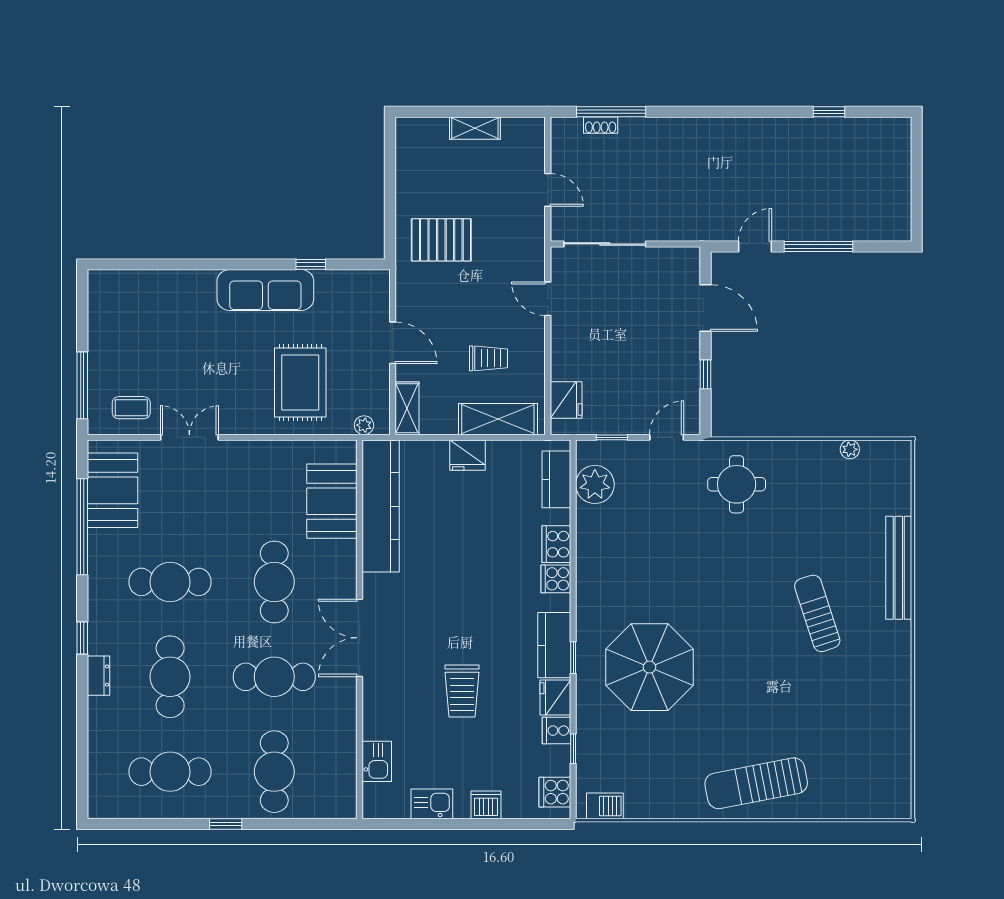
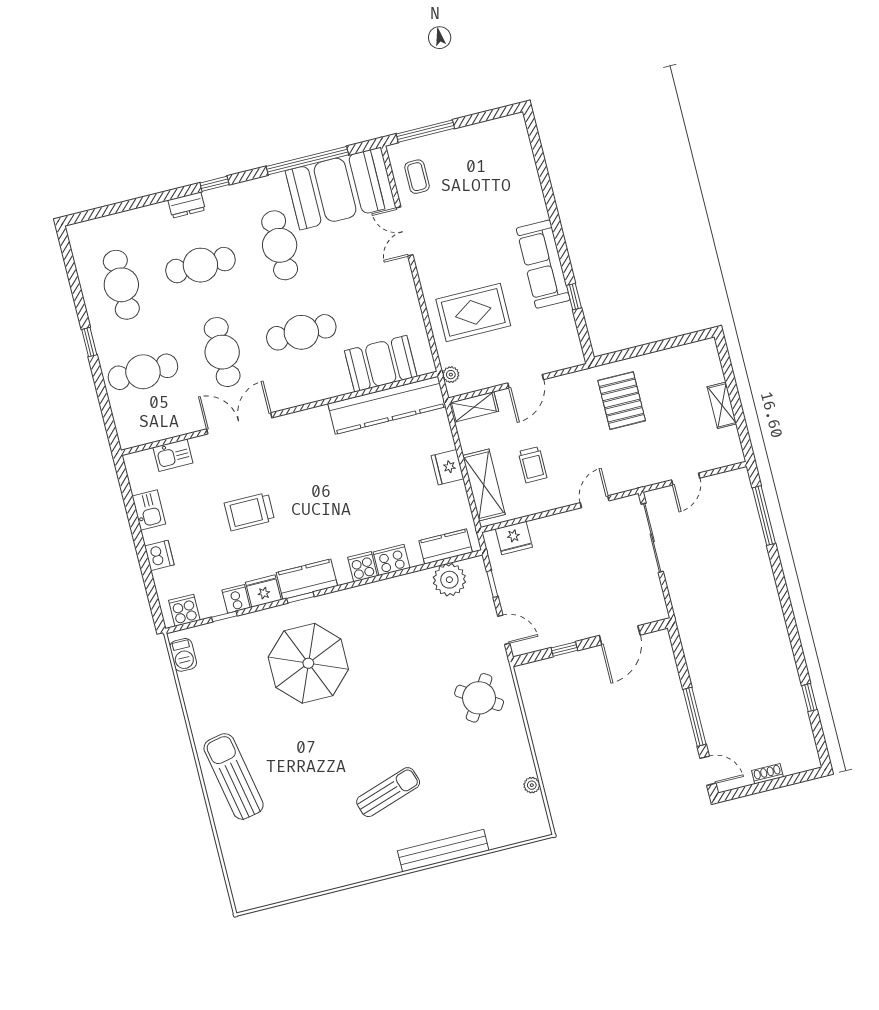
shoe rack: (601, 125) -> (767, 774), moved, turned 90
door: (755, 247) -> (708, 771), moved
double door: (189, 437) -> (404, 231), swing flipped
round table: (737, 484) -> (479, 698), turned 33
booth: (112, 490) -> (335, 190), width x1.36, depth x1.42
double door: (360, 638) -> (239, 423), moved

